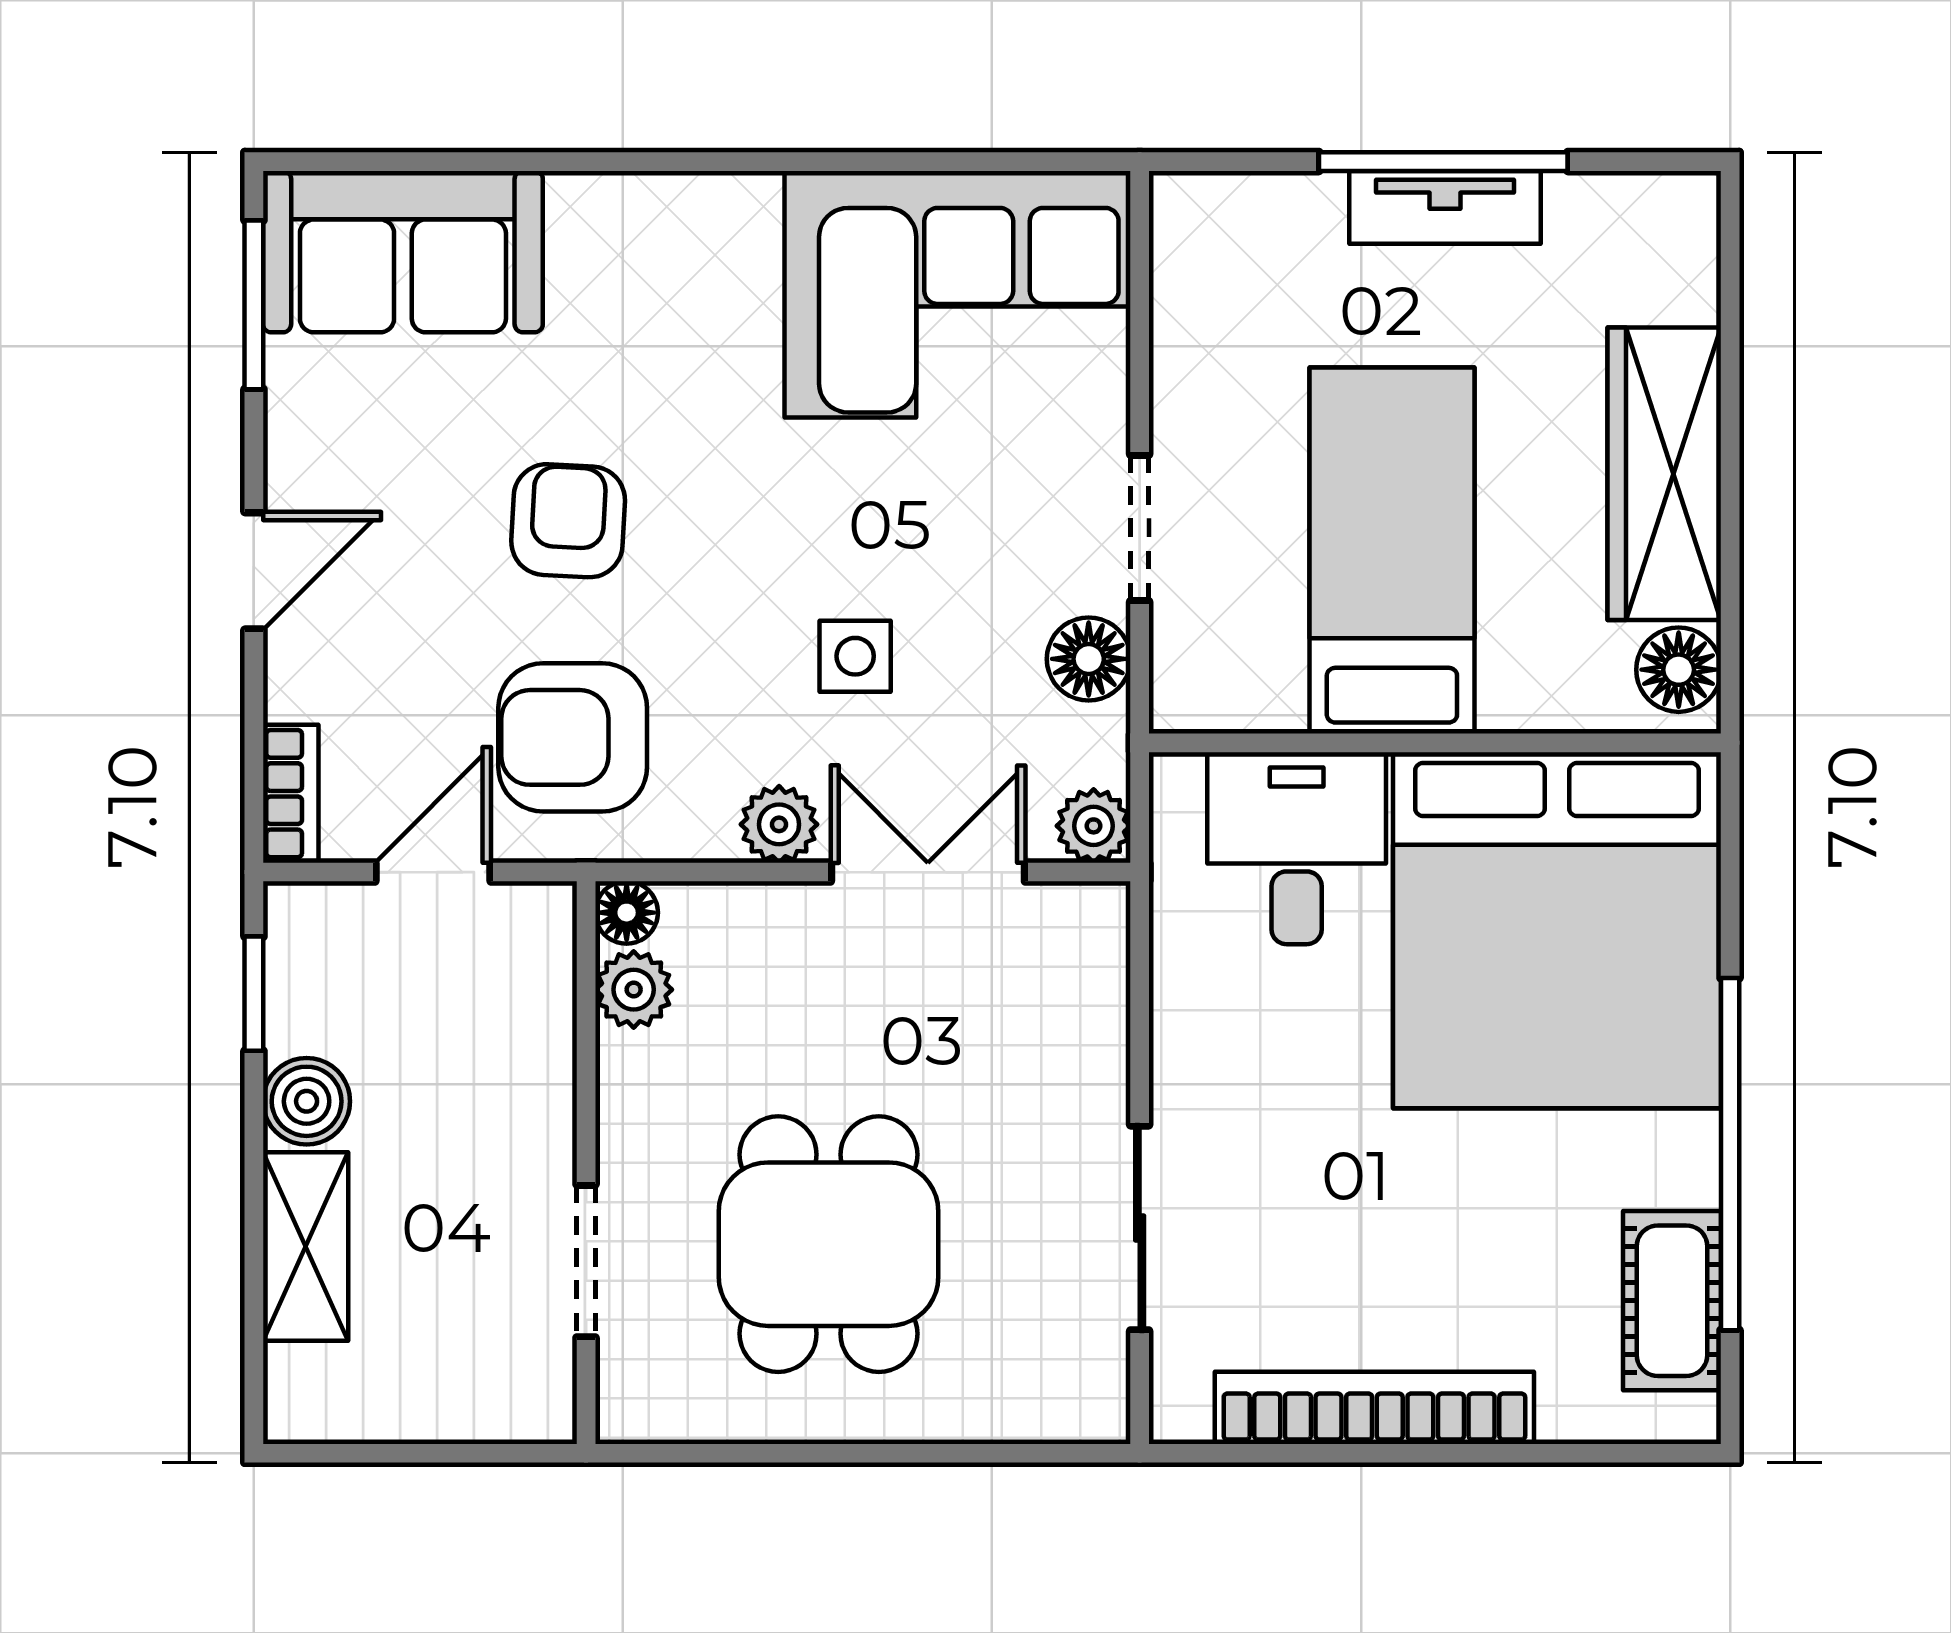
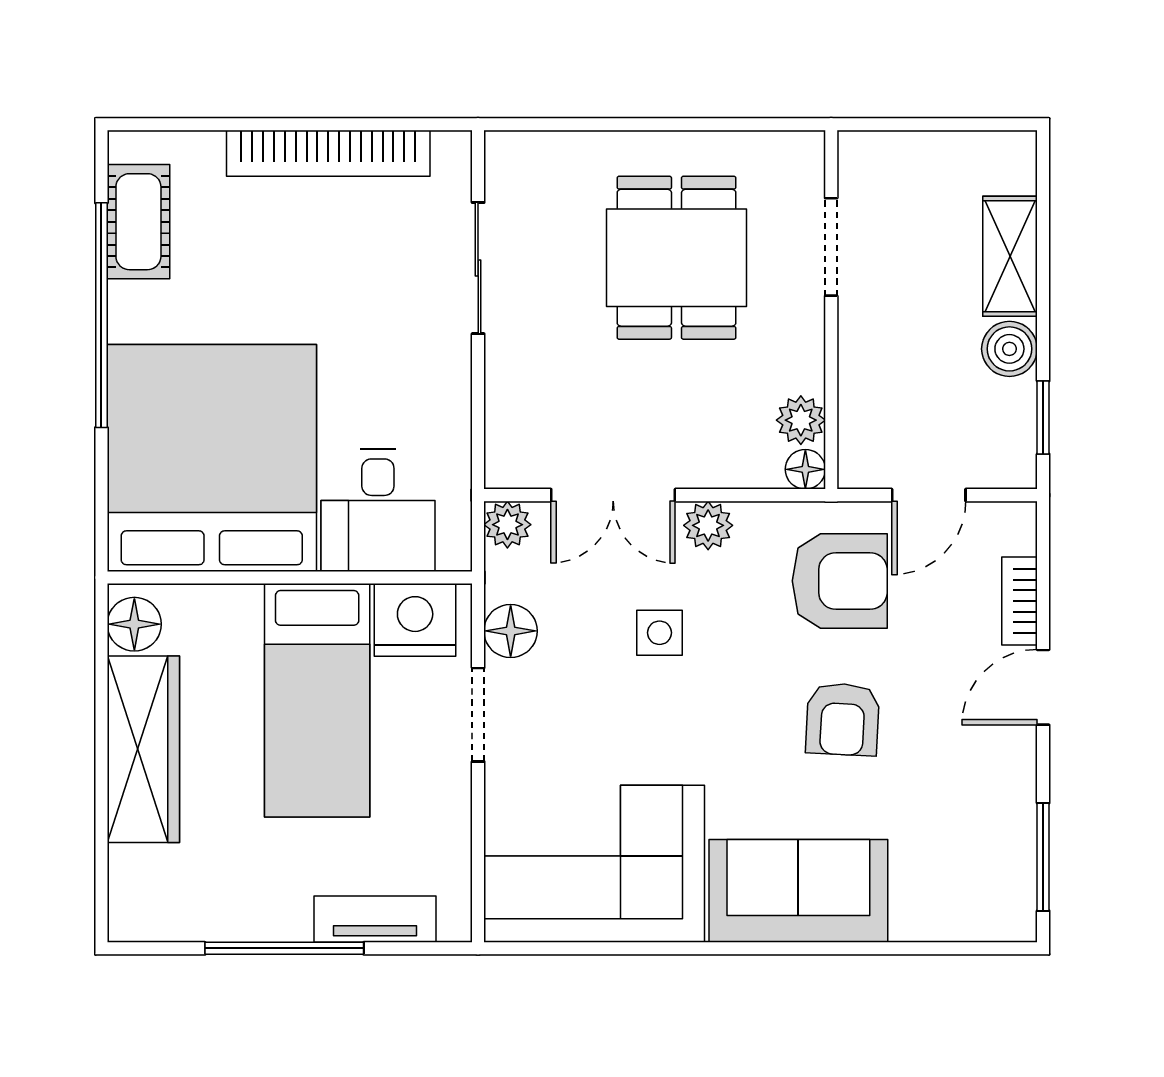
tv unit: (1445, 207) -> (375, 919), moved
sofa: (403, 252) -> (798, 891), moved
nightstand: (1238, 676) -> (415, 620), added
bookcase: (291, 794) -> (1020, 601), moved

